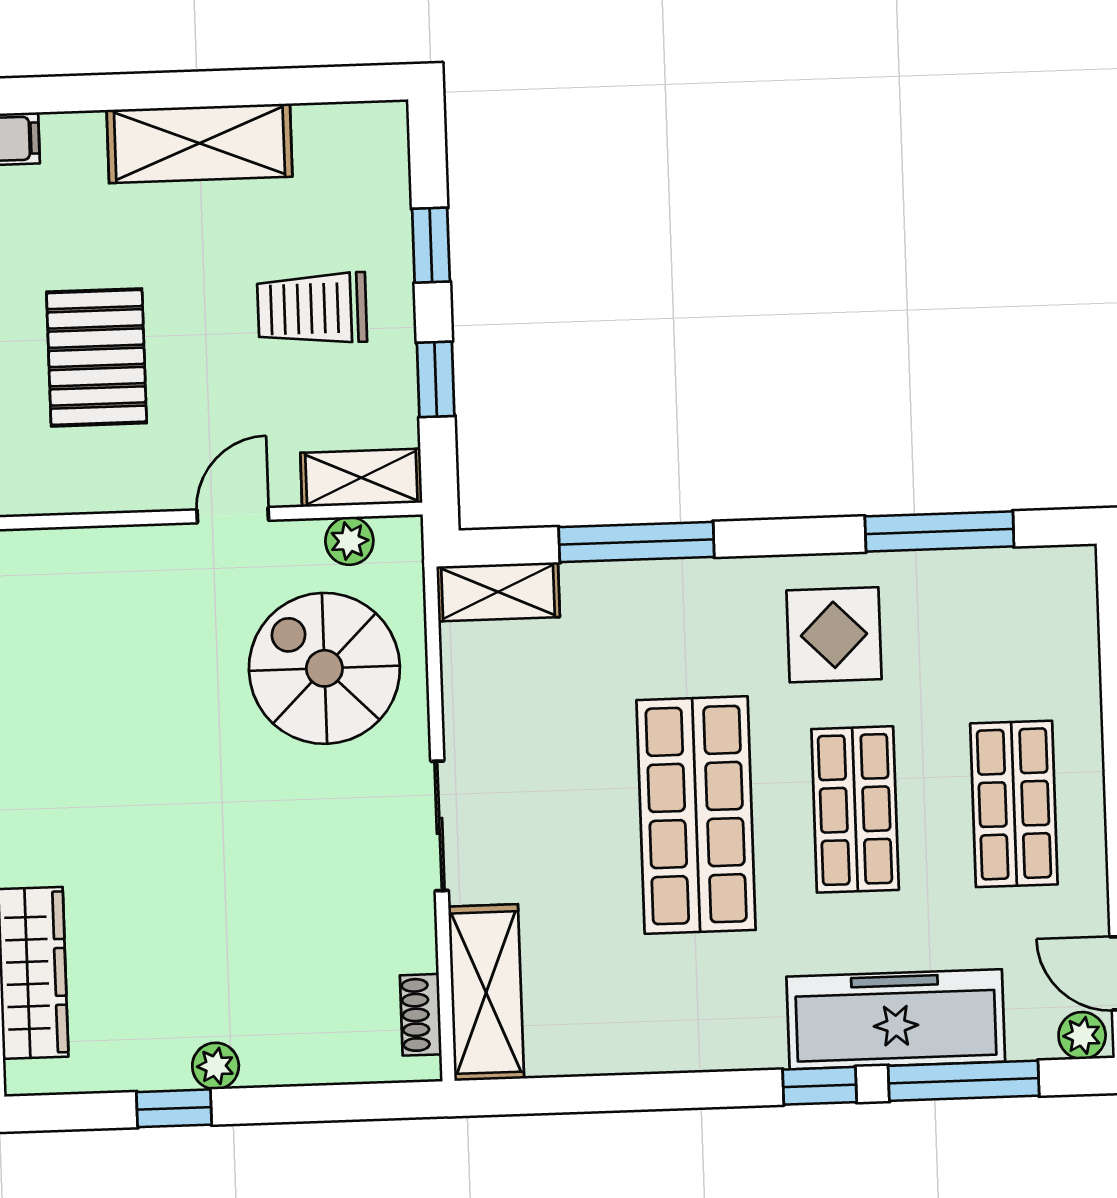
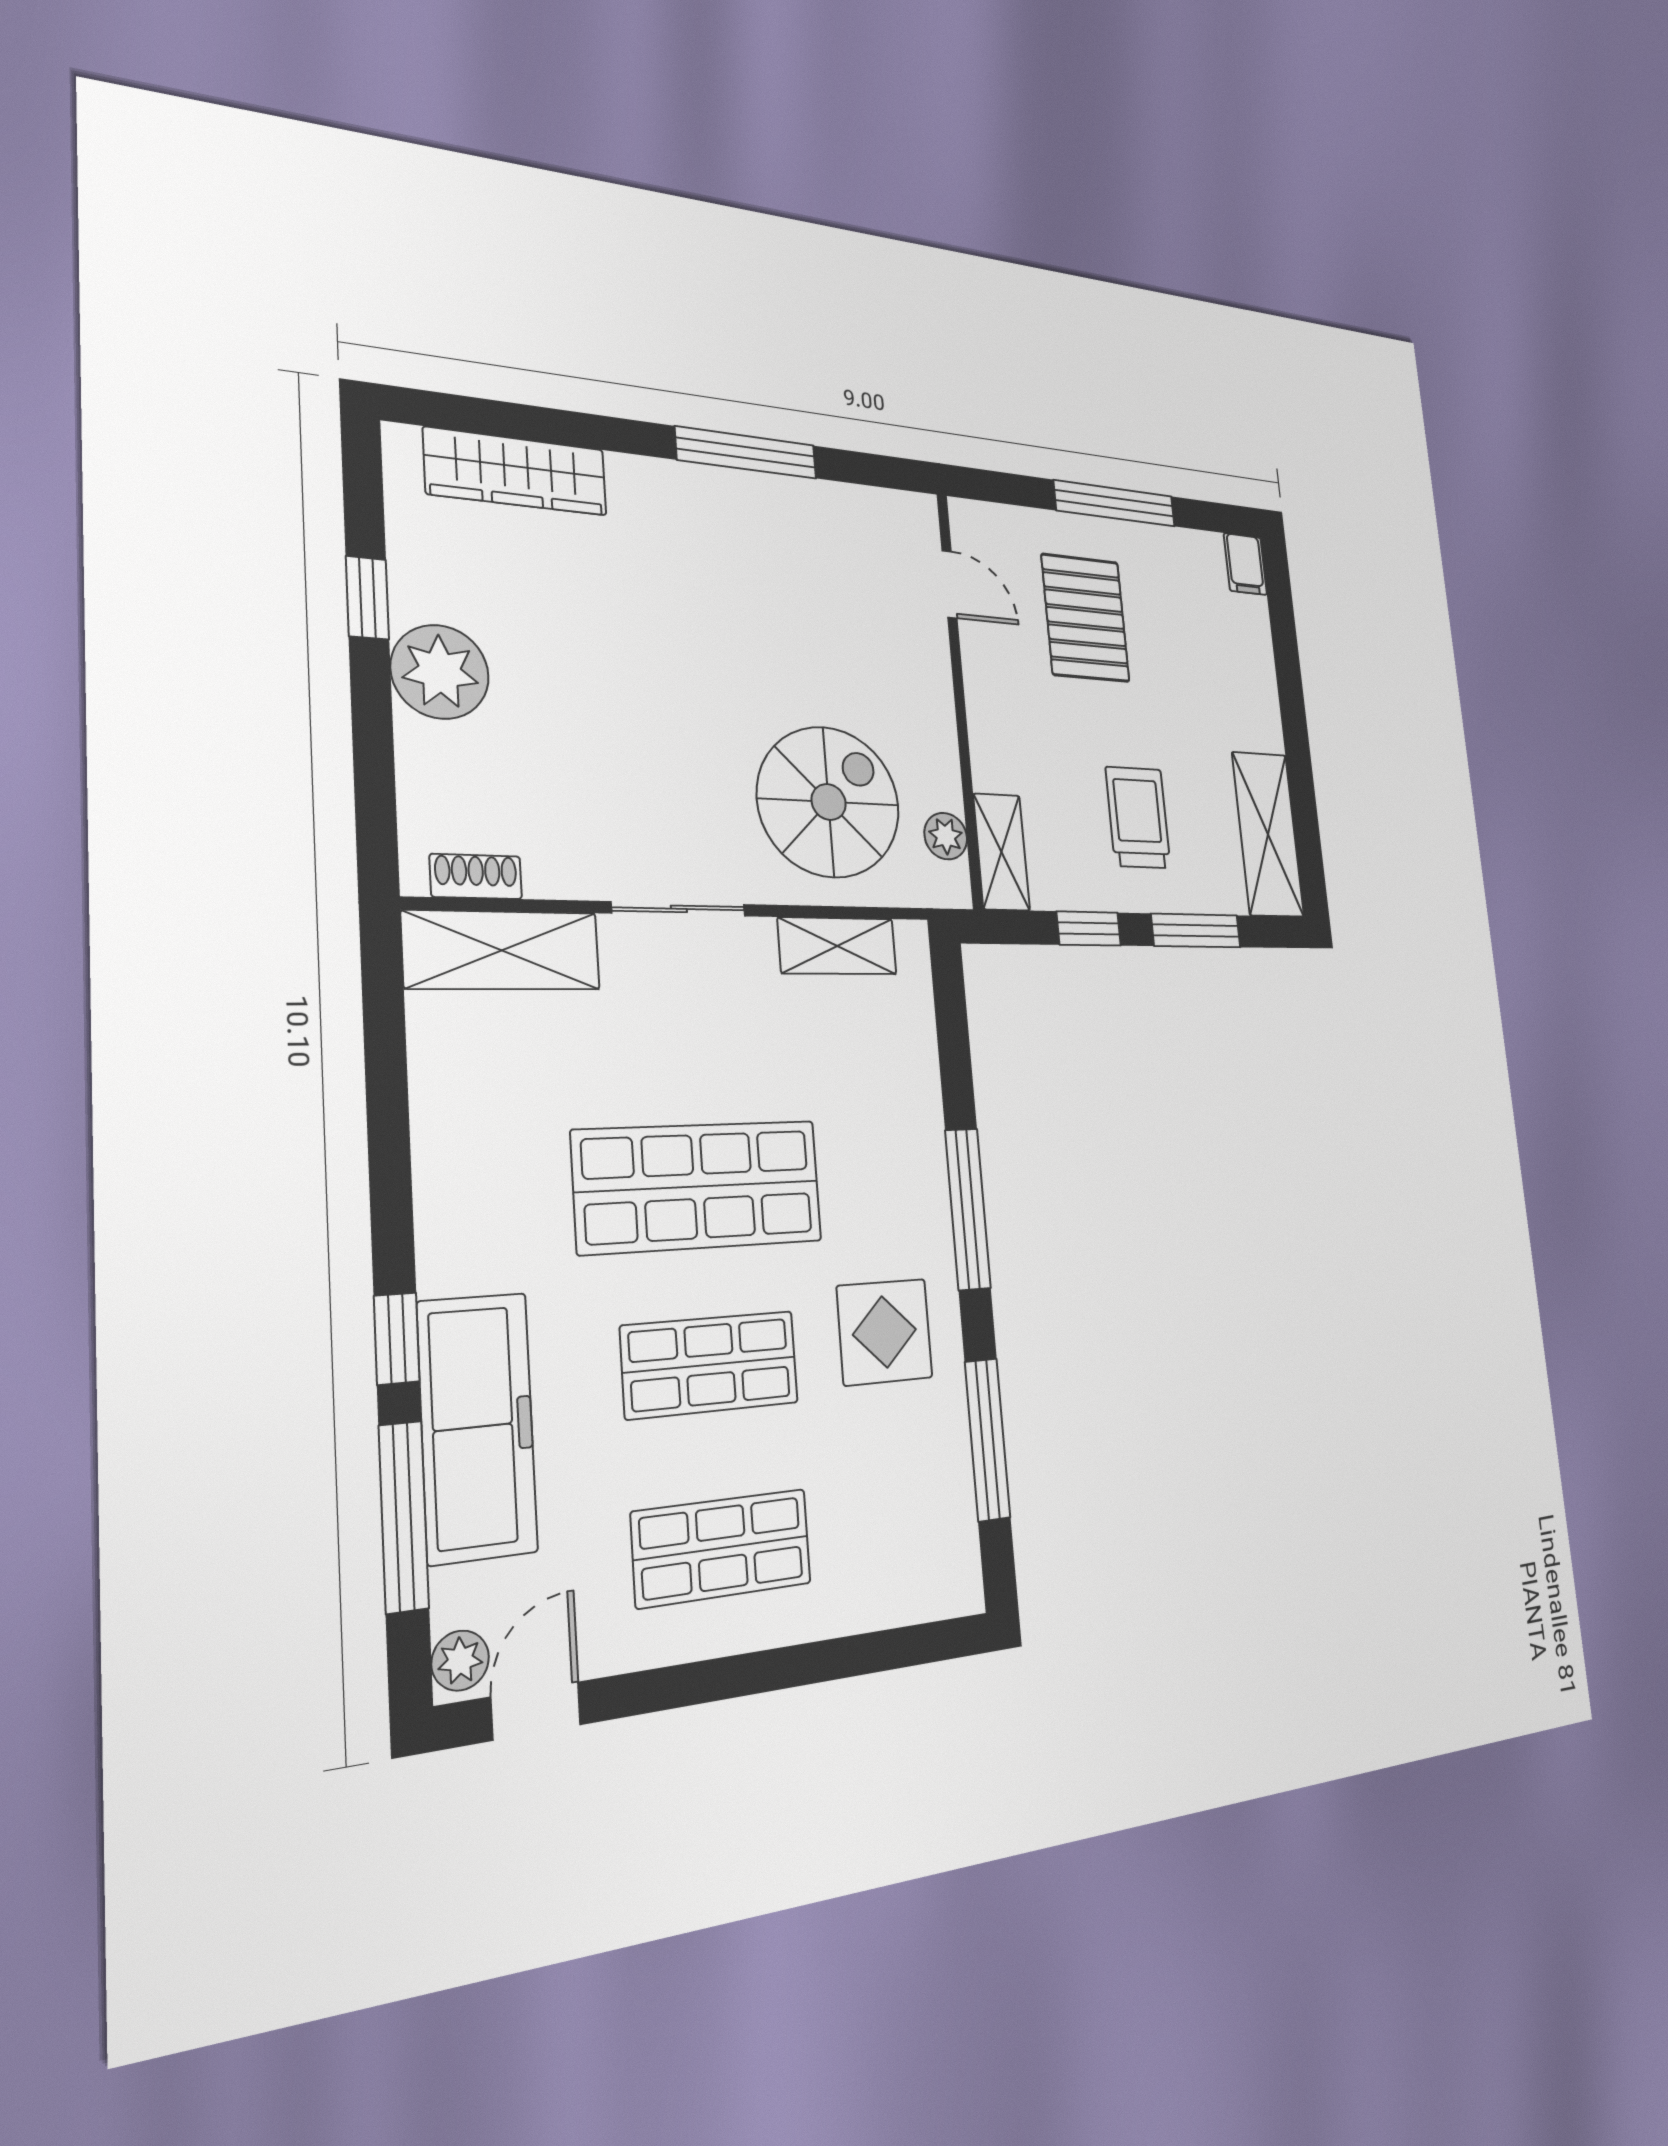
shelving: (199, 143) -> (1268, 834), moved
window: (431, 245) -> (1196, 930), width x1.50
pallet: (97, 357) -> (1085, 618), turned 90
door: (233, 515) -> (950, 584), moved
window: (636, 542) -> (968, 1209), moved
shelving: (498, 592) -> (837, 946), moved, turned 90
plant: (216, 1066) -> (440, 672), width x1.87, depth x1.87

